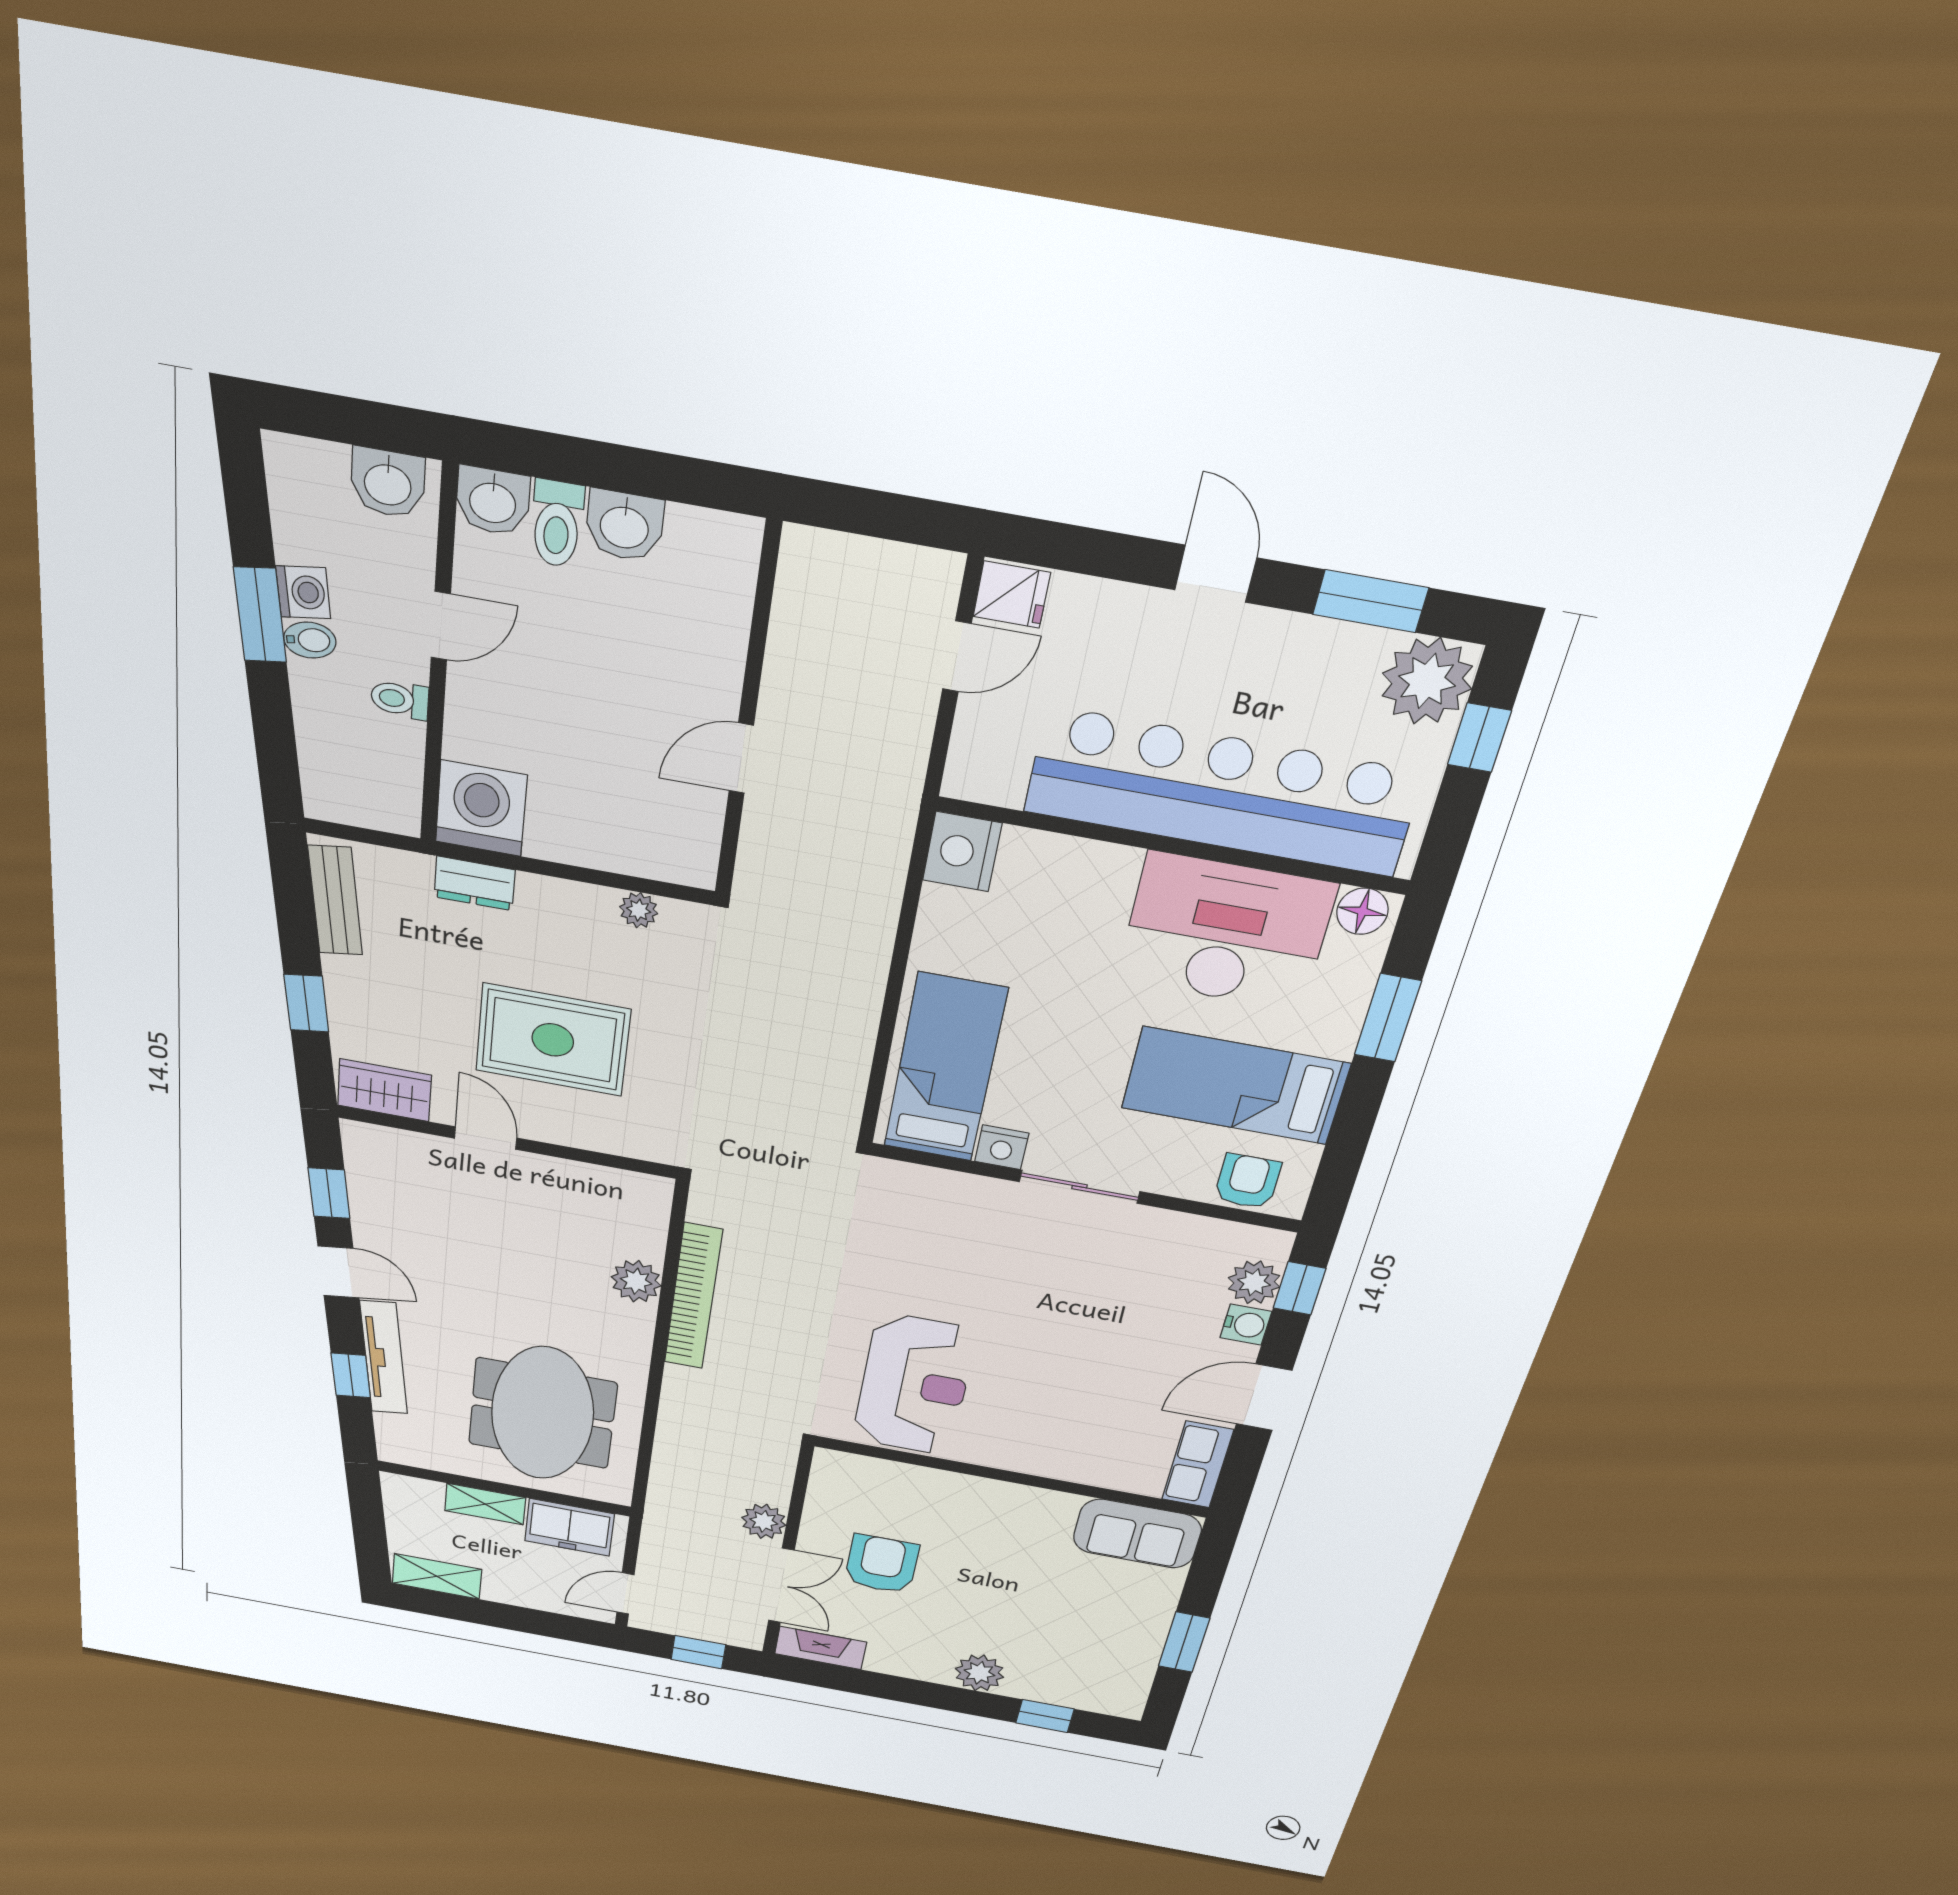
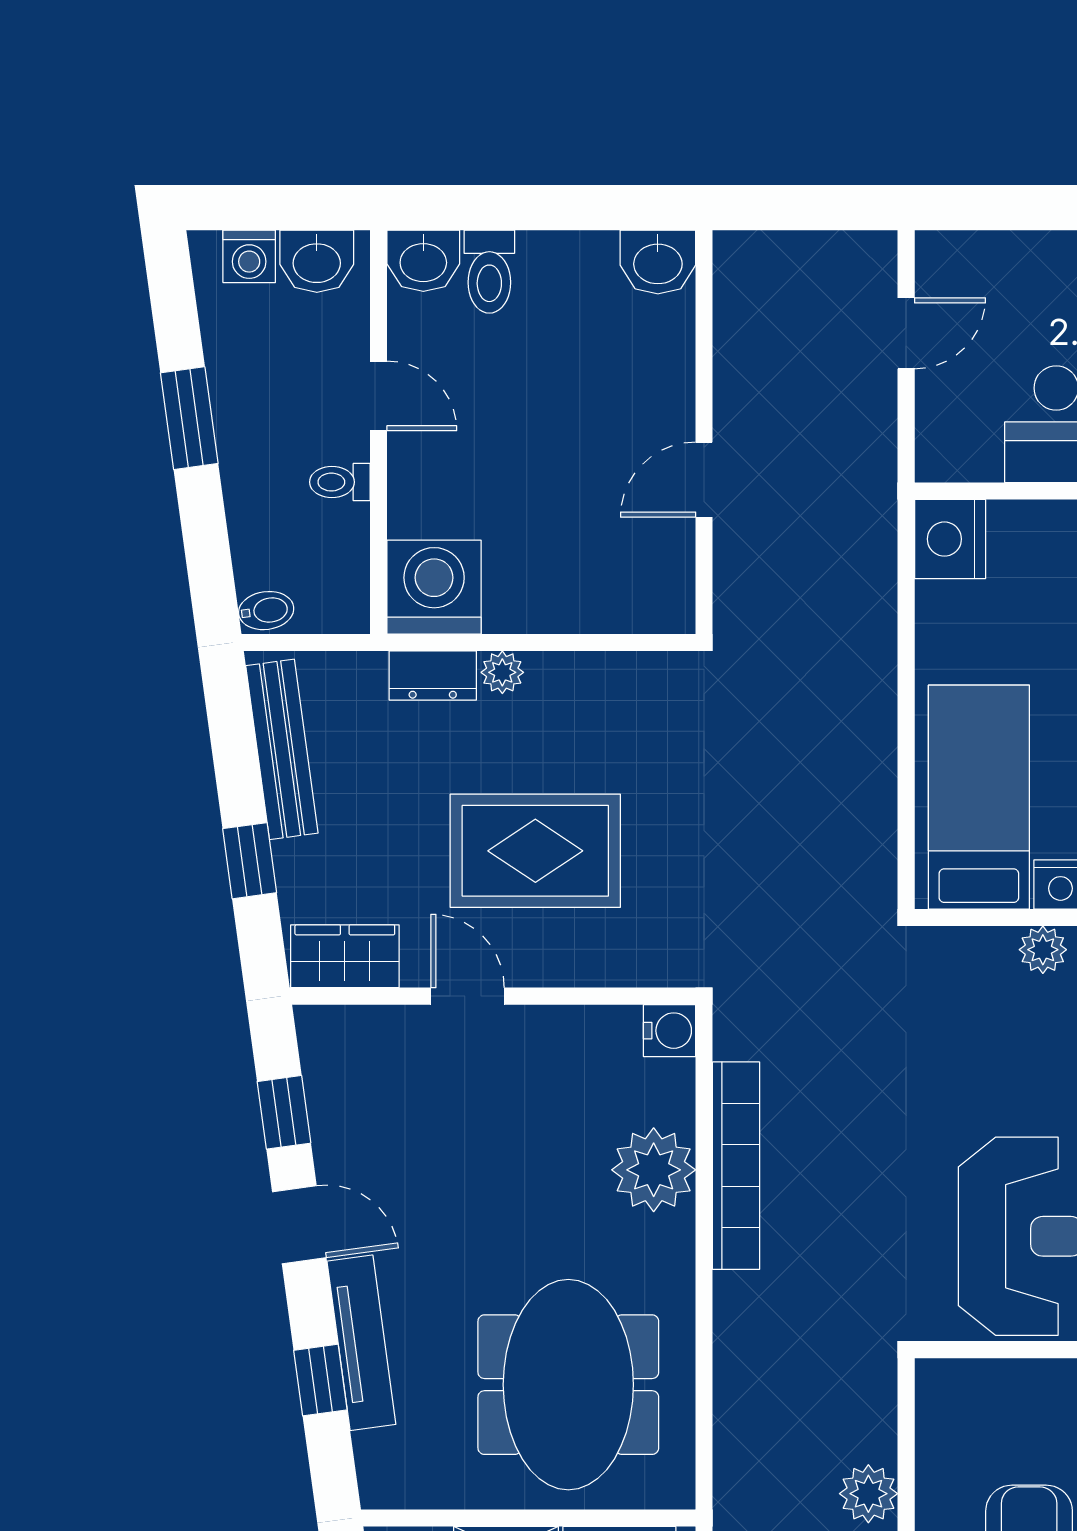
washbasin: (624, 526) -> (658, 262), moved
washing machine: (303, 592) -> (249, 256), moved, turned 98
fridge: (1012, 595) -> (948, 262), removed
door: (441, 626) -> (379, 396), hinge flipped
bidet: (310, 640) -> (266, 611), moved
bench: (335, 901) -> (282, 749), width x1.36
plant: (639, 910) -> (502, 672), moved
plant: (976, 1192) -> (1043, 950), added
water cooler: (651, 1193) -> (670, 1031), added
plant: (636, 1281) -> (654, 1170), width x1.36, depth x1.36

